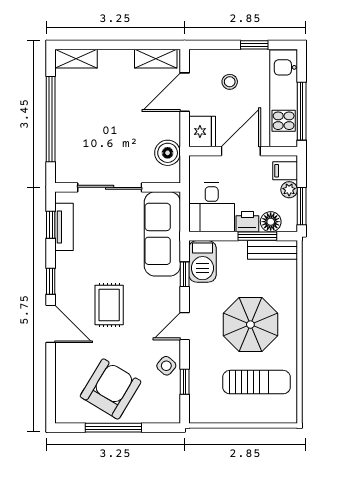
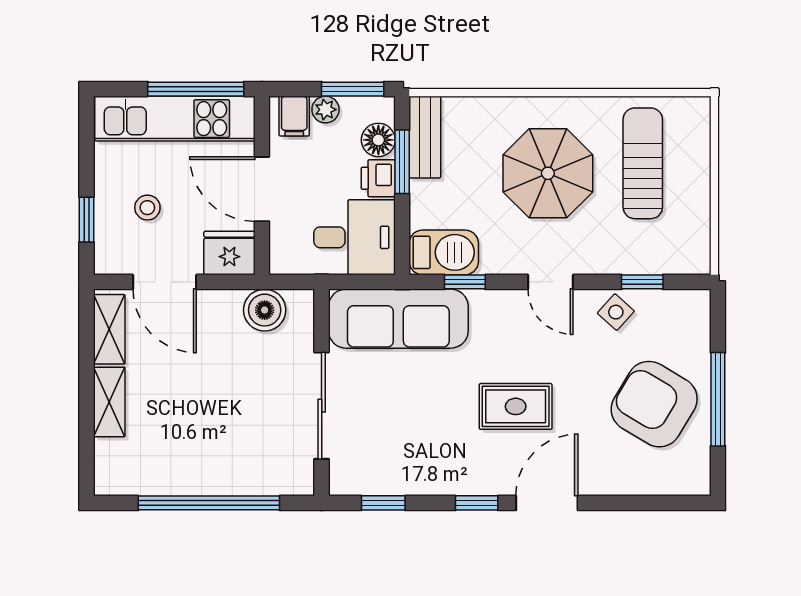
window: (254, 45) -> (86, 220), moved
shelving: (76, 59) -> (109, 402), moved
tv unit: (64, 227) -> (387, 481), removed

